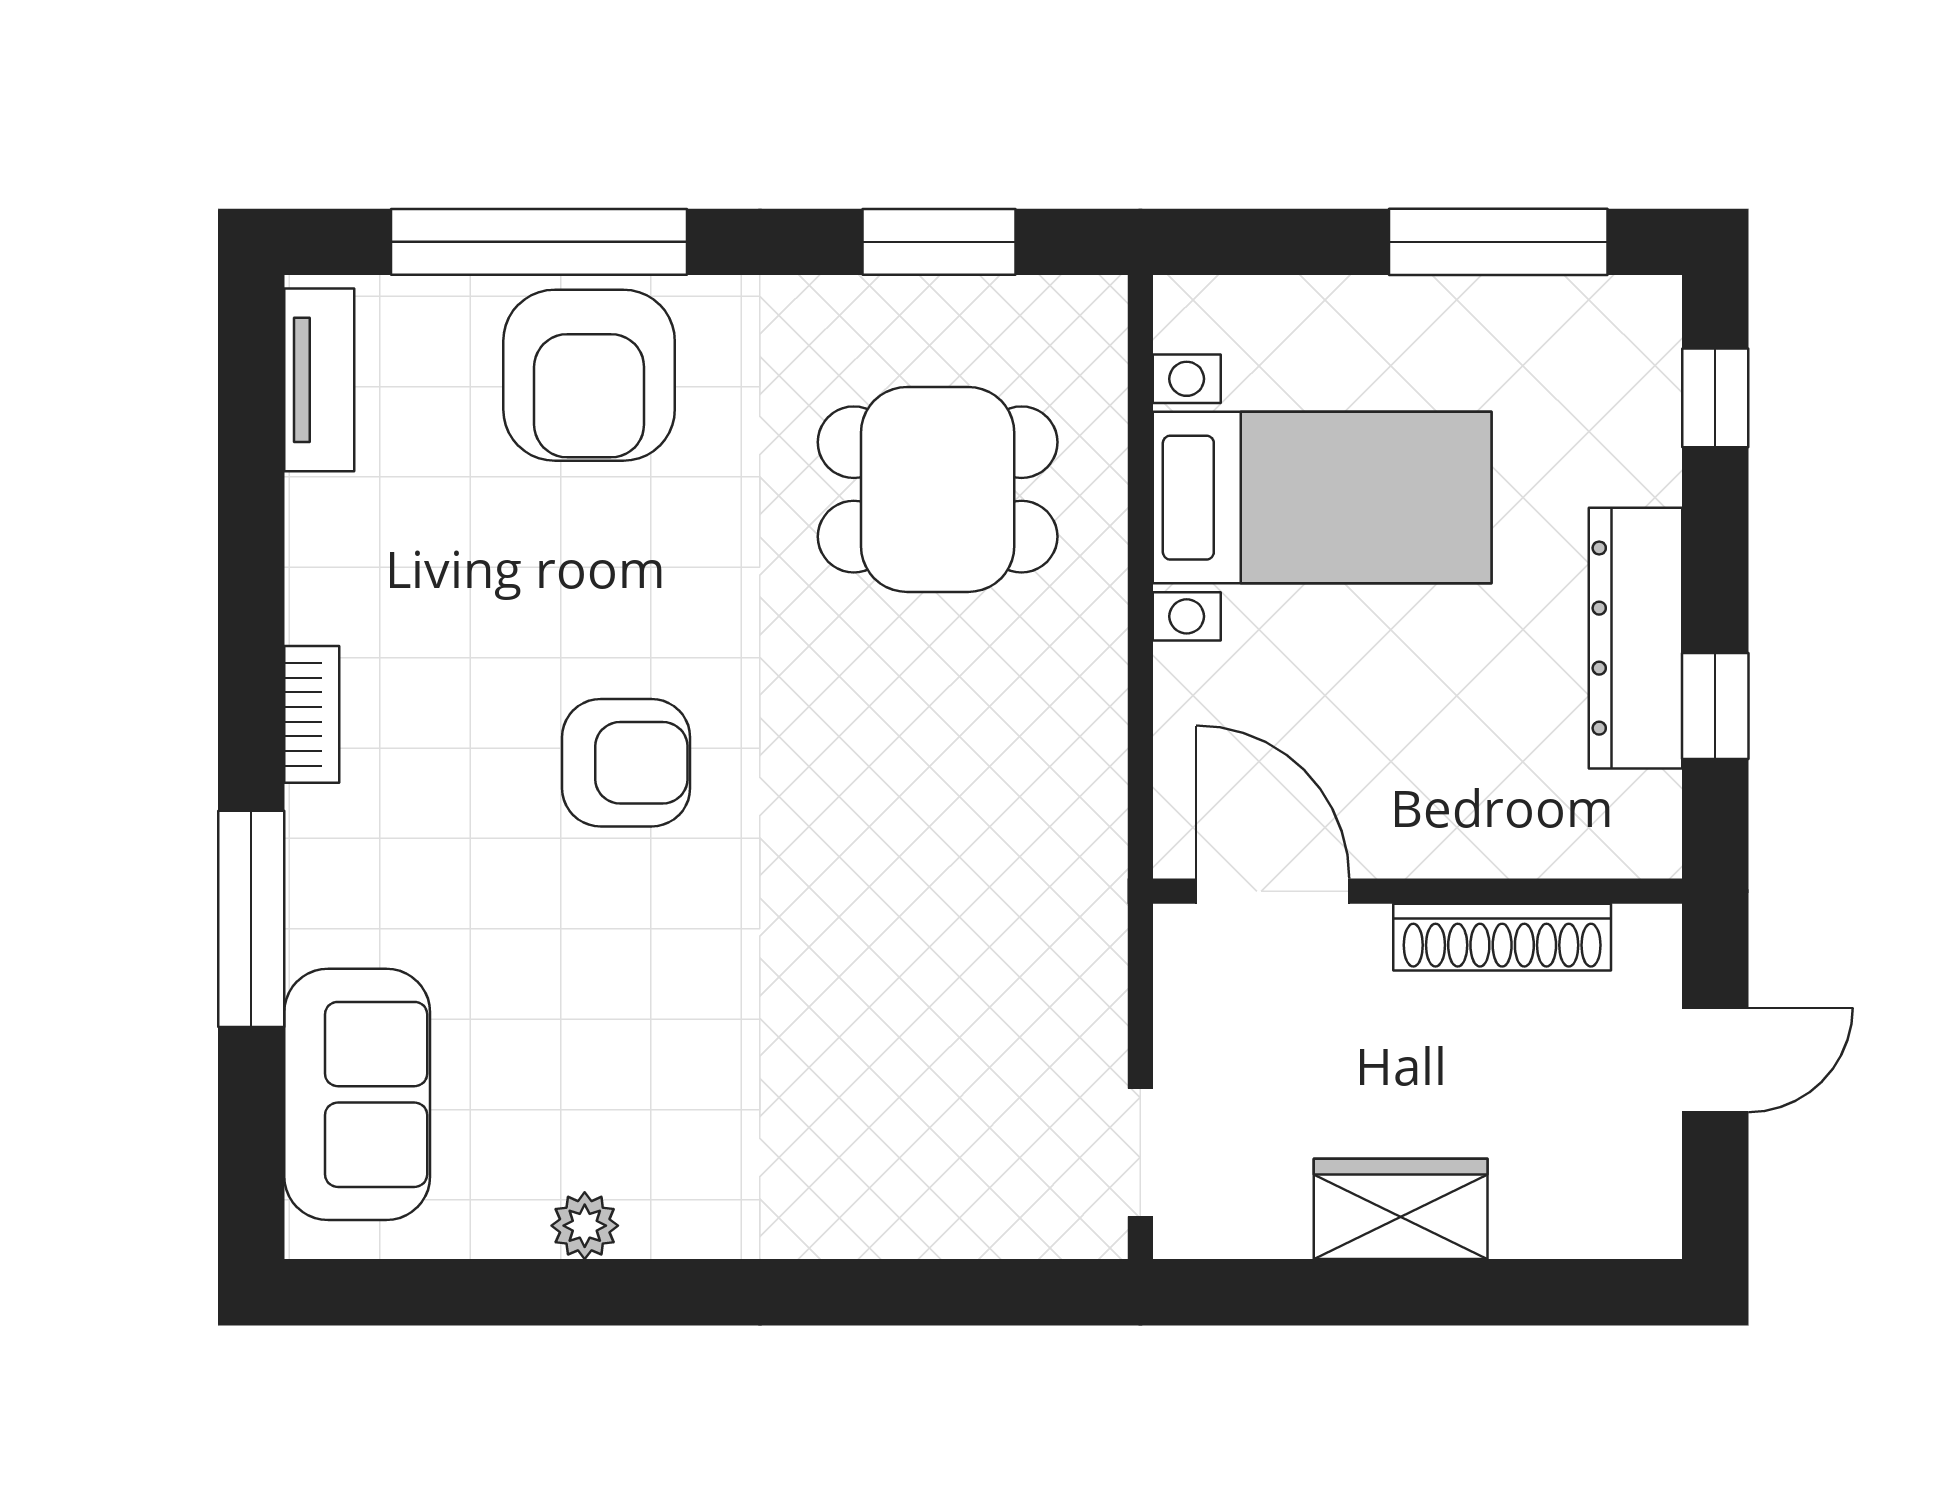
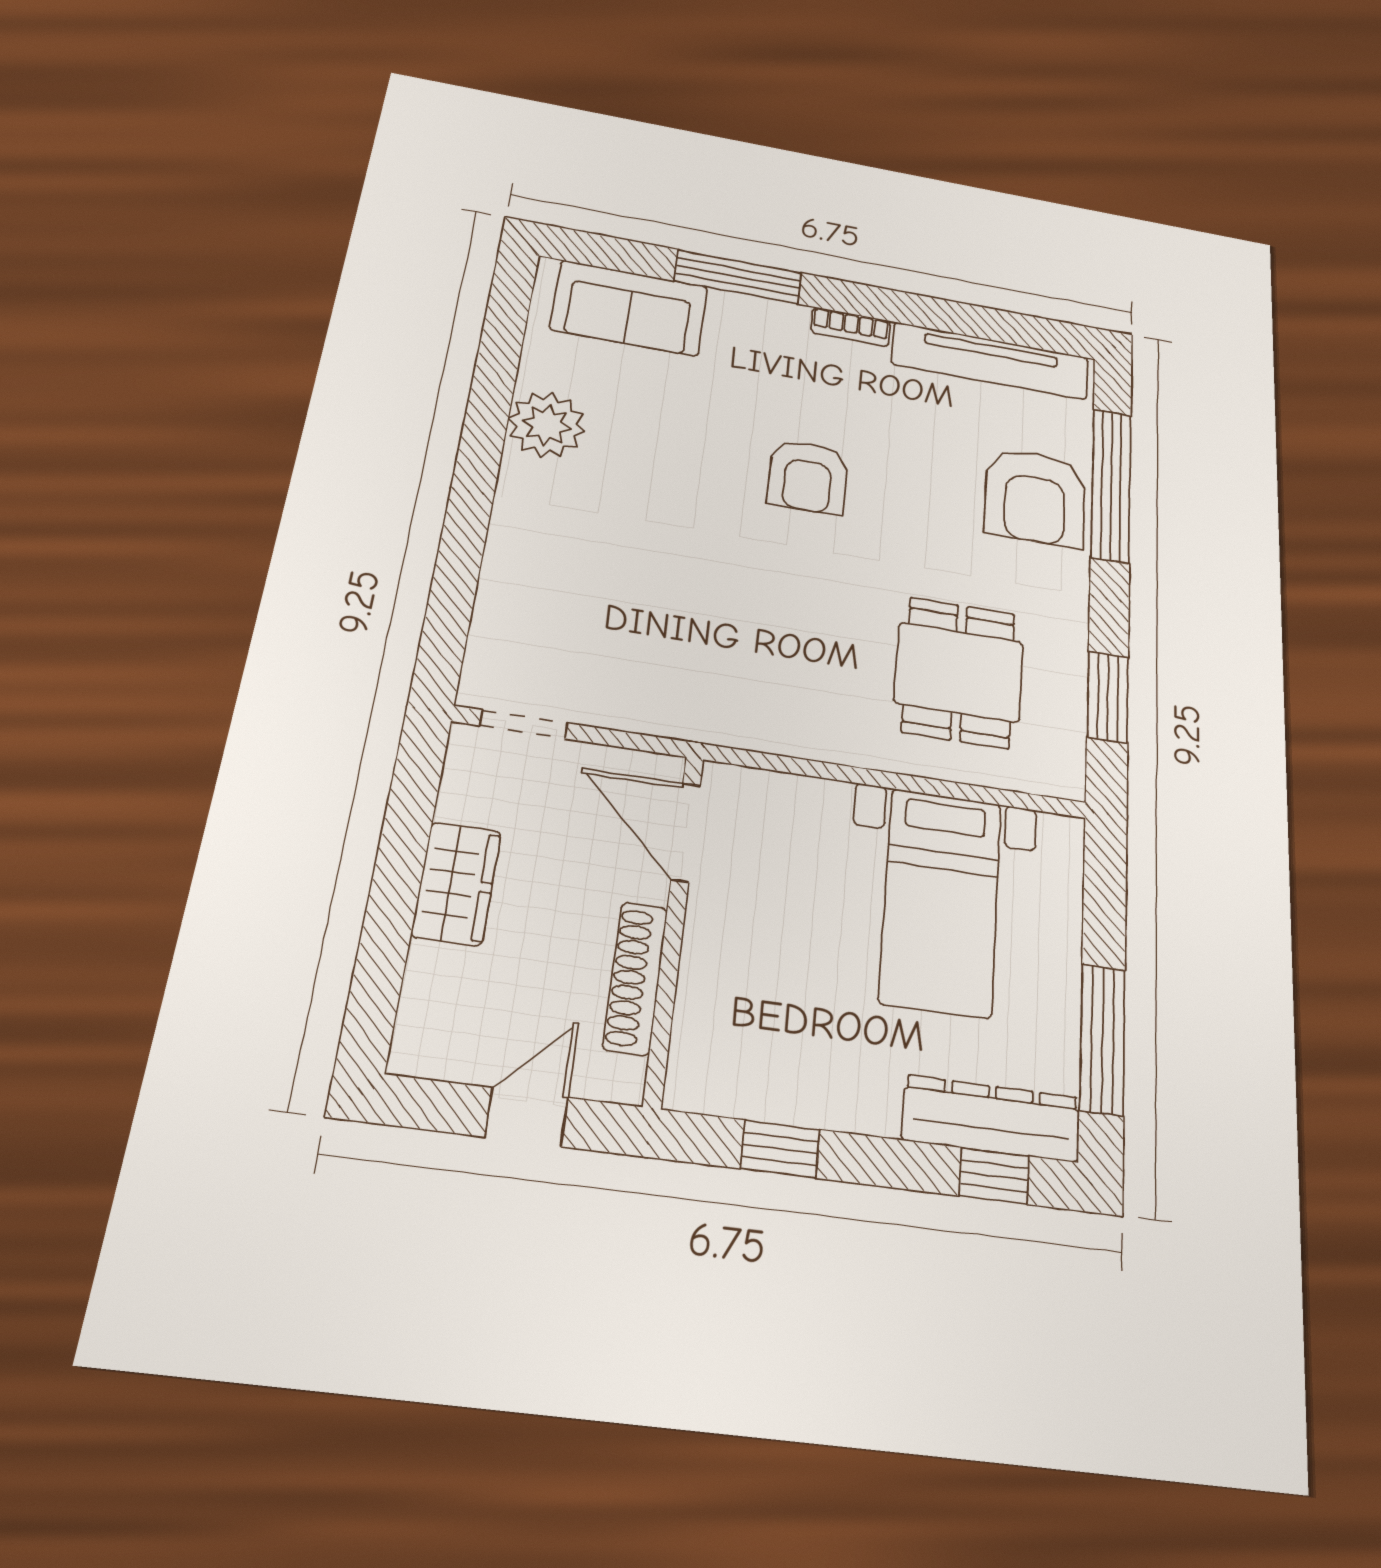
armchair: (589, 375) -> (1035, 497), turned -90
tv unit: (319, 380) -> (991, 361), width x1.92, depth x1.29
dresser: (1636, 638) -> (991, 1119), moved
door: (1273, 891) -> (686, 832), swing flipped
door: (1715, 1060) -> (527, 1117), swing flipped
plant: (585, 1226) -> (547, 425), width x1.88, depth x1.88

